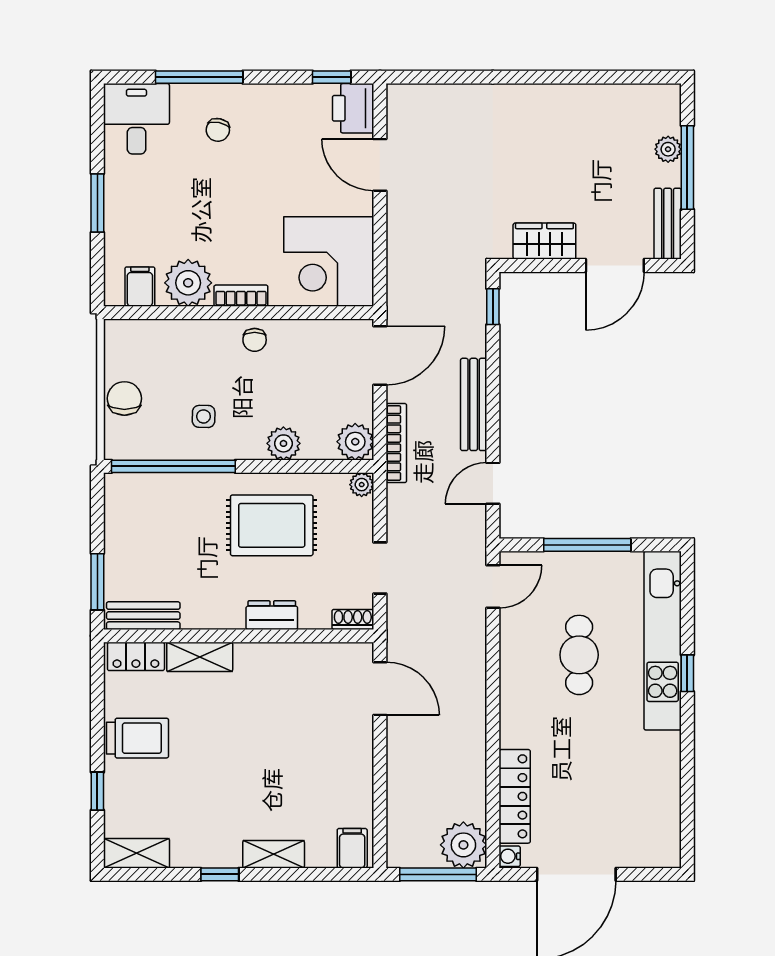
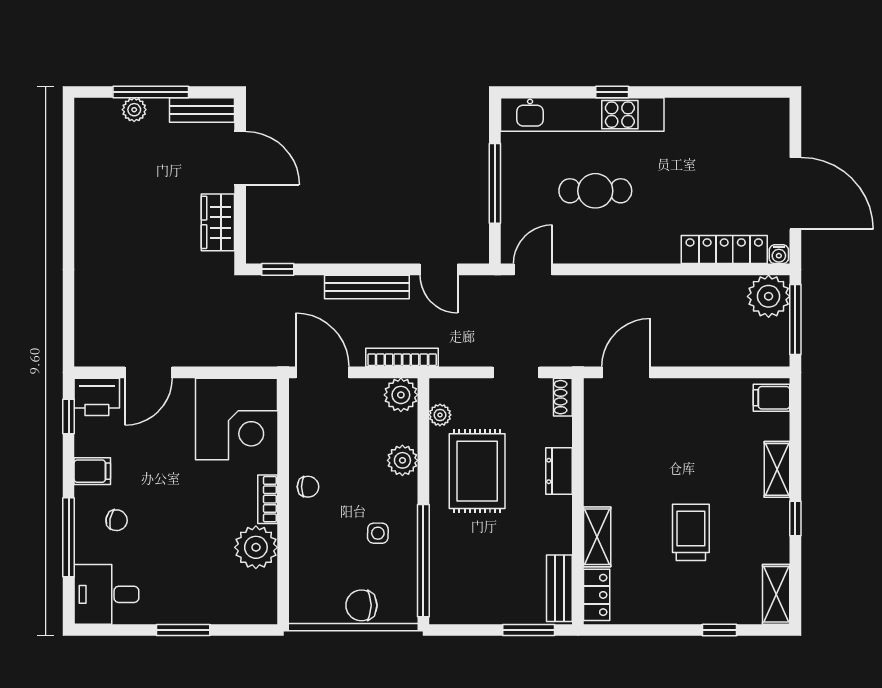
filing cabinet: (140, 287) -> (92, 471), moved, turned 180
plant: (362, 485) -> (440, 415), moved
door: (493, 587) -> (533, 269), hinge flipped
trolley: (138, 738) -> (691, 532), moved

